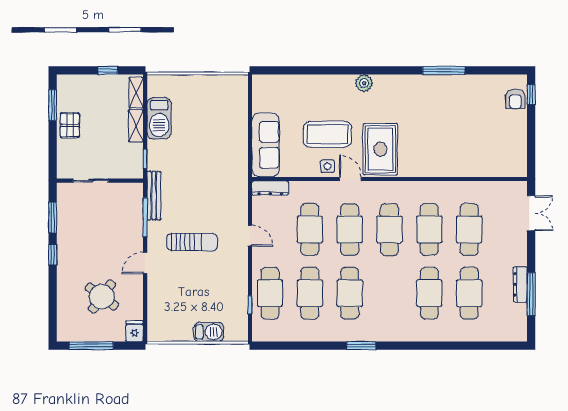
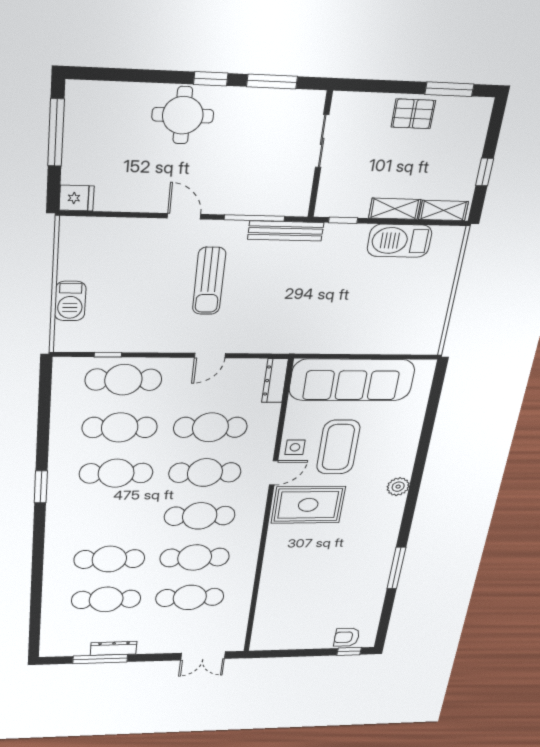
sofa: (266, 145) -> (352, 380), width x1.36, depth x1.27
round table: (102, 297) -> (183, 115), moved, turned -36

